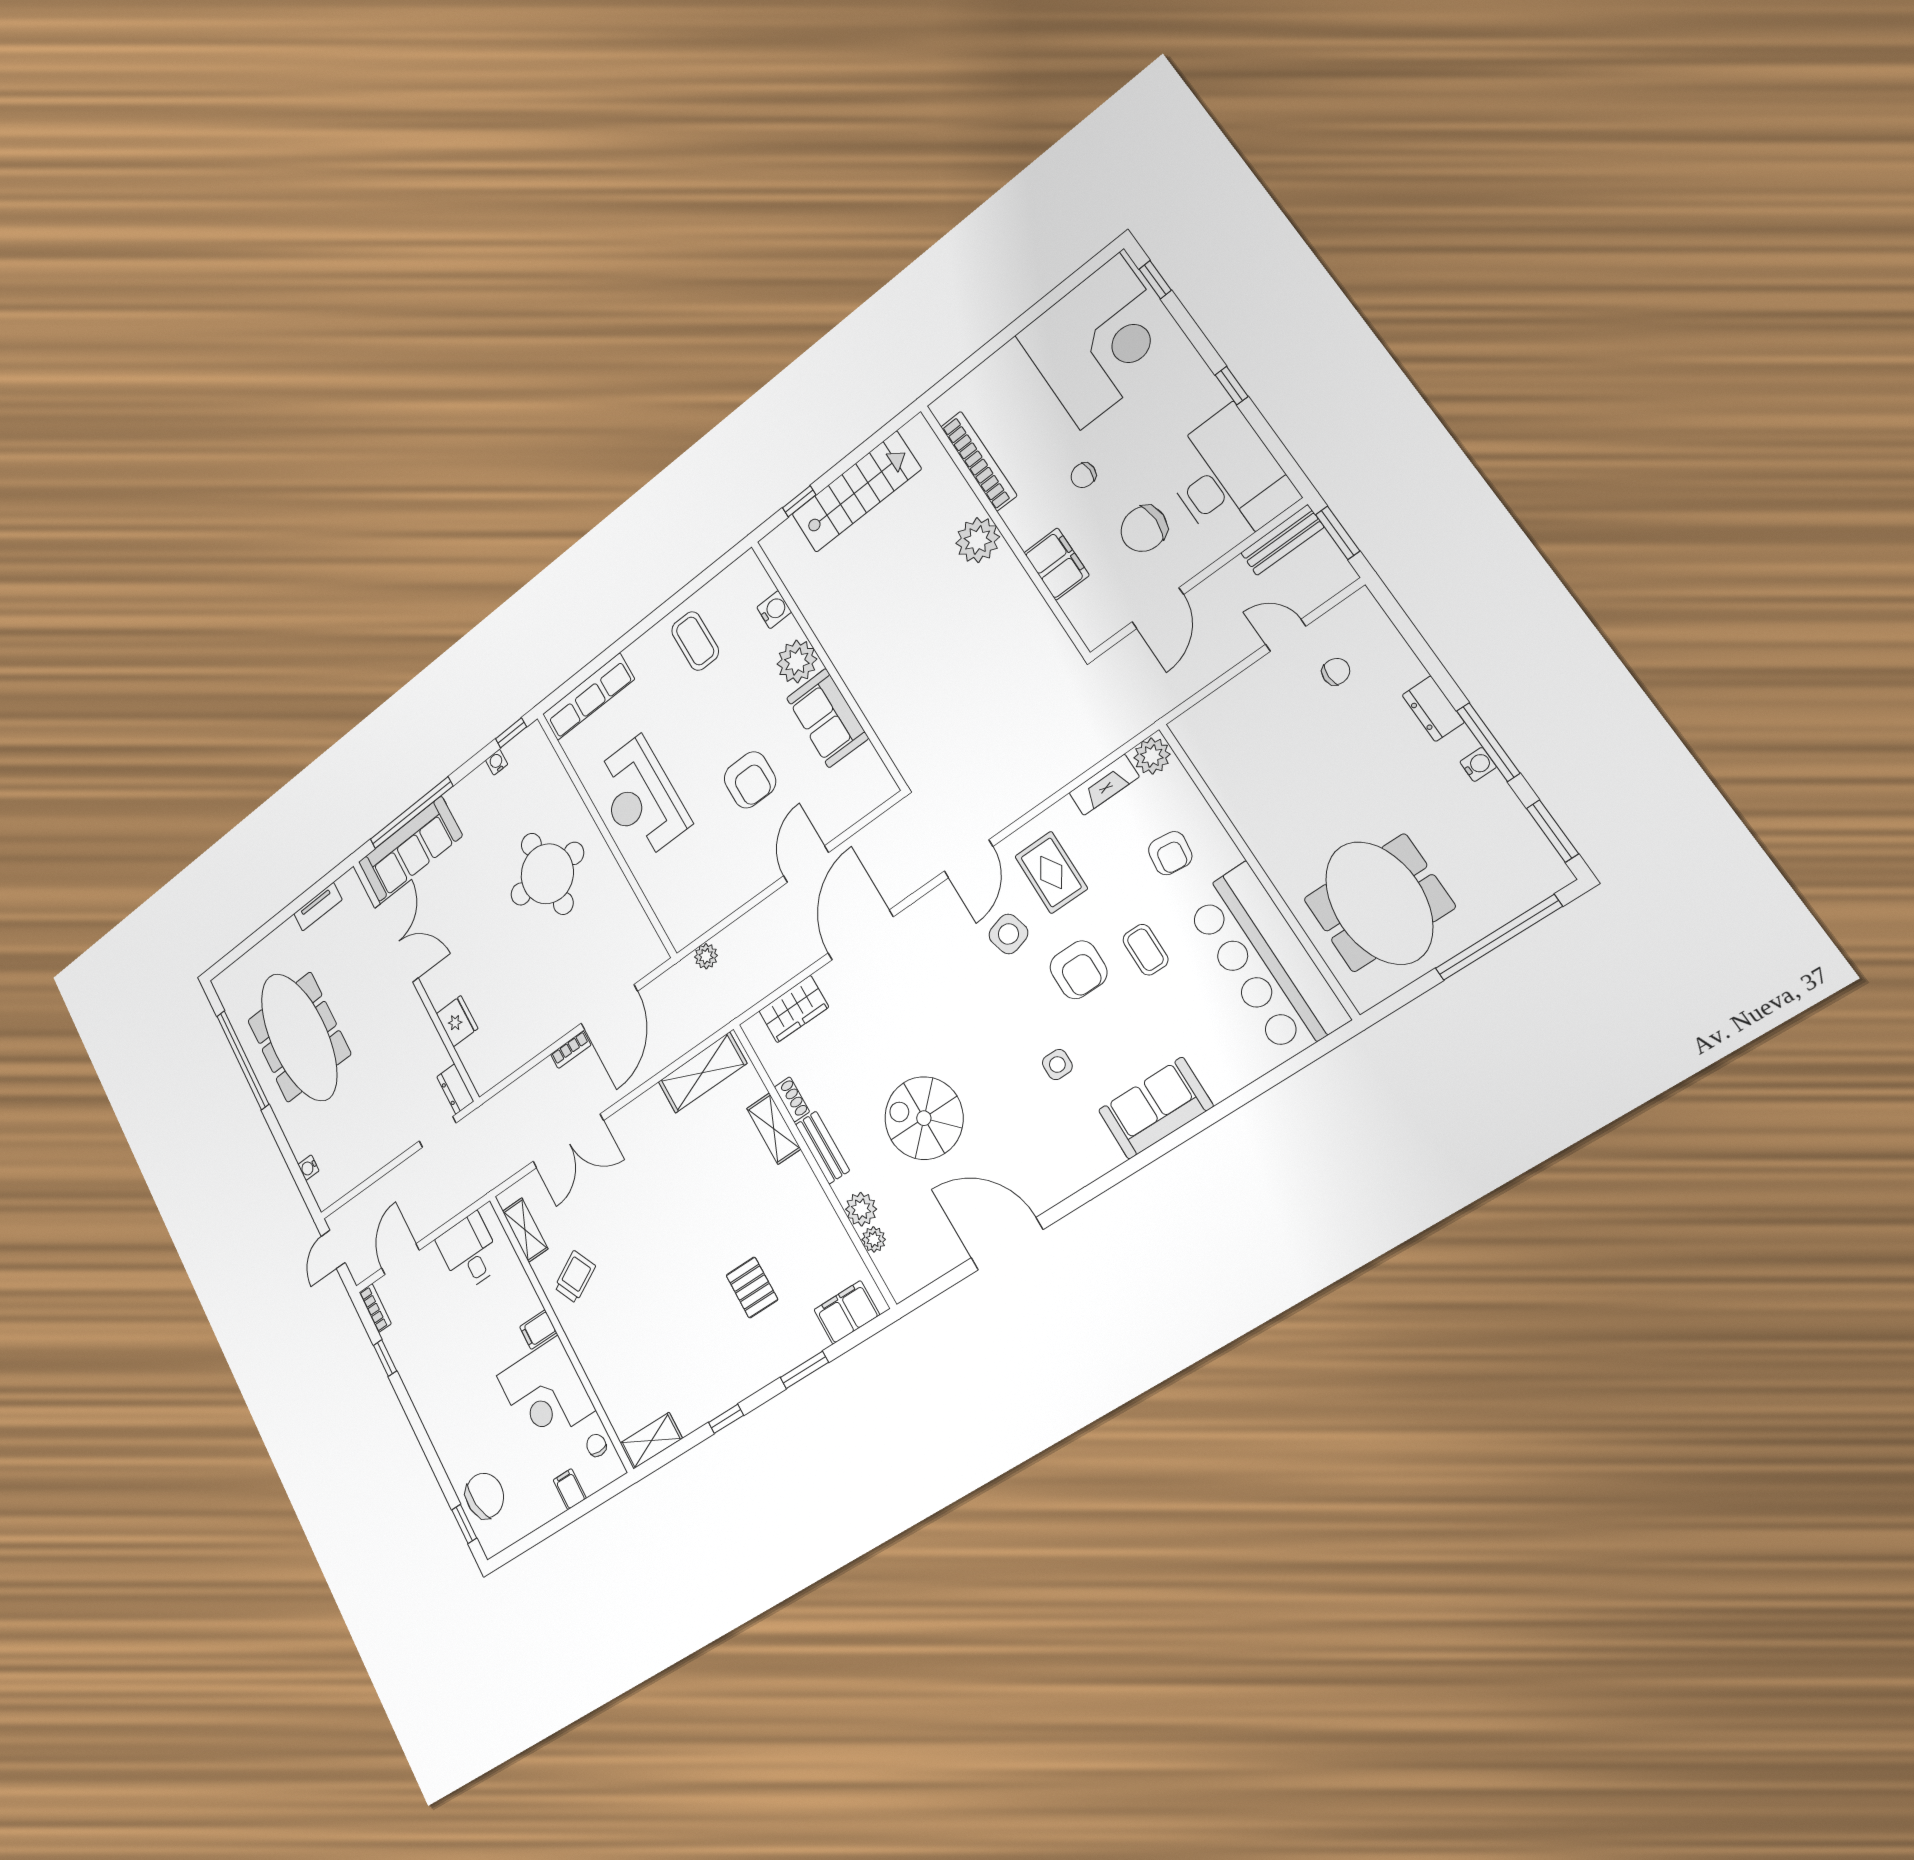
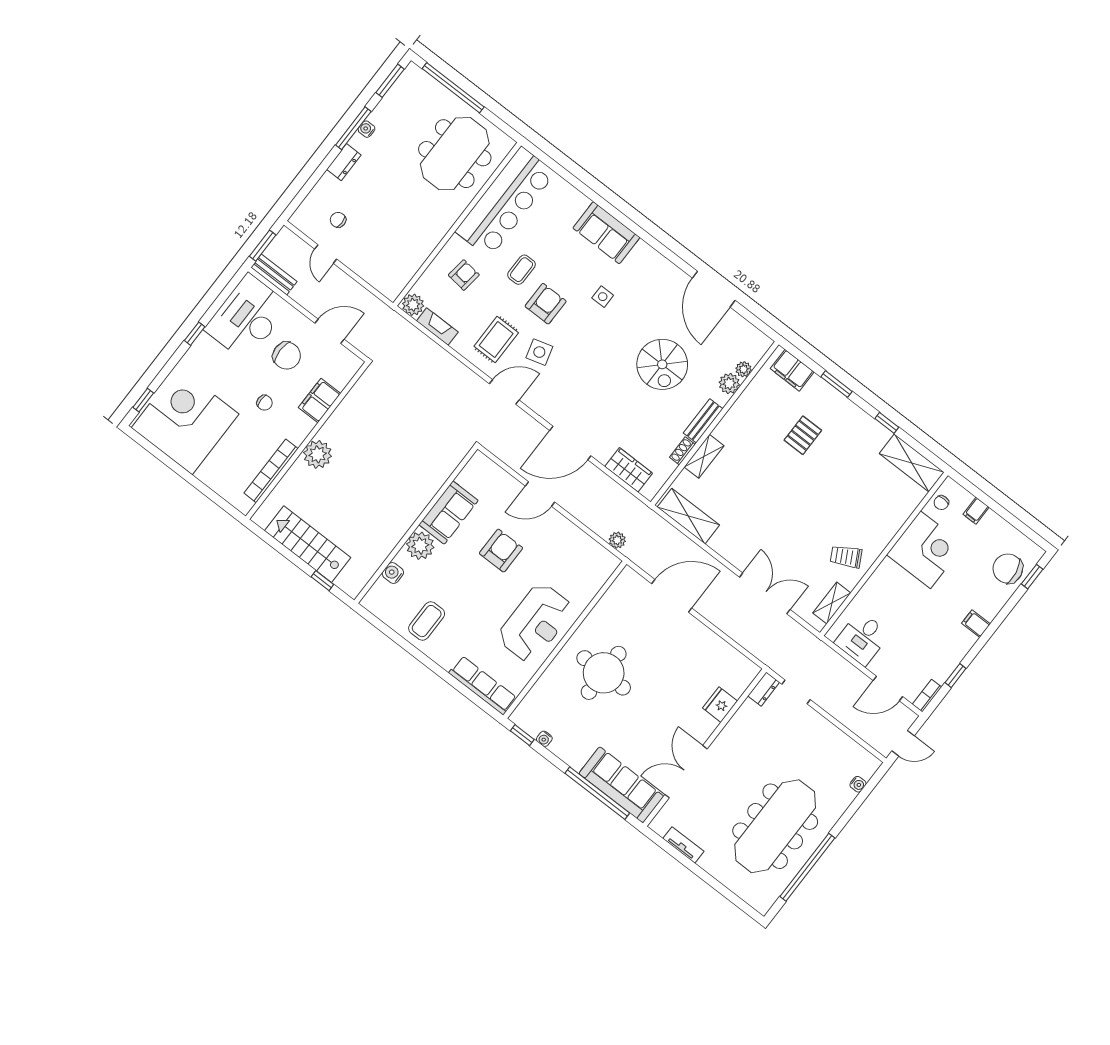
bookcase: (571, 1050) -> (708, 613), removed
filing cabinet: (538, 1330) -> (976, 624), moved, turned 180
shelving: (651, 1441) -> (912, 463), width x1.50, depth x1.33

